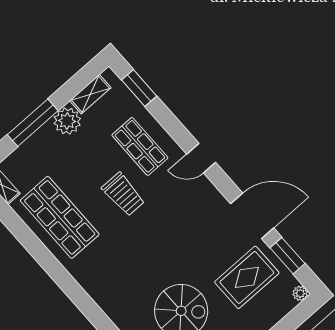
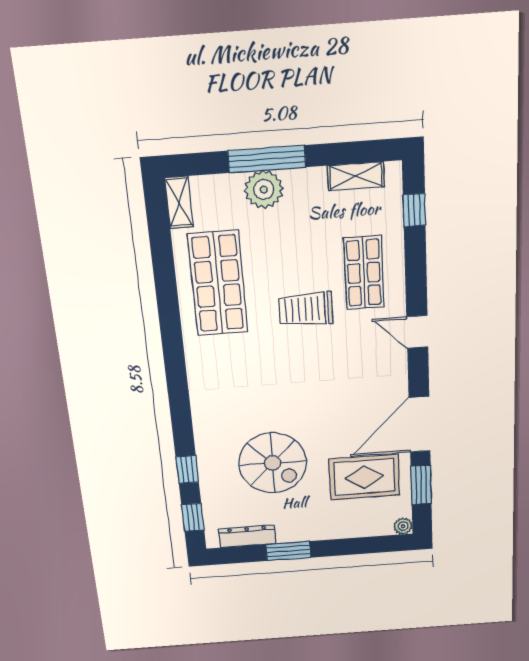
window: (139, 88) -> (414, 210), width x0.67
plant: (67, 121) -> (264, 189), moved
trolley: (123, 194) -> (306, 309), turned 90
door: (252, 216) -> (420, 424), swing flipped

